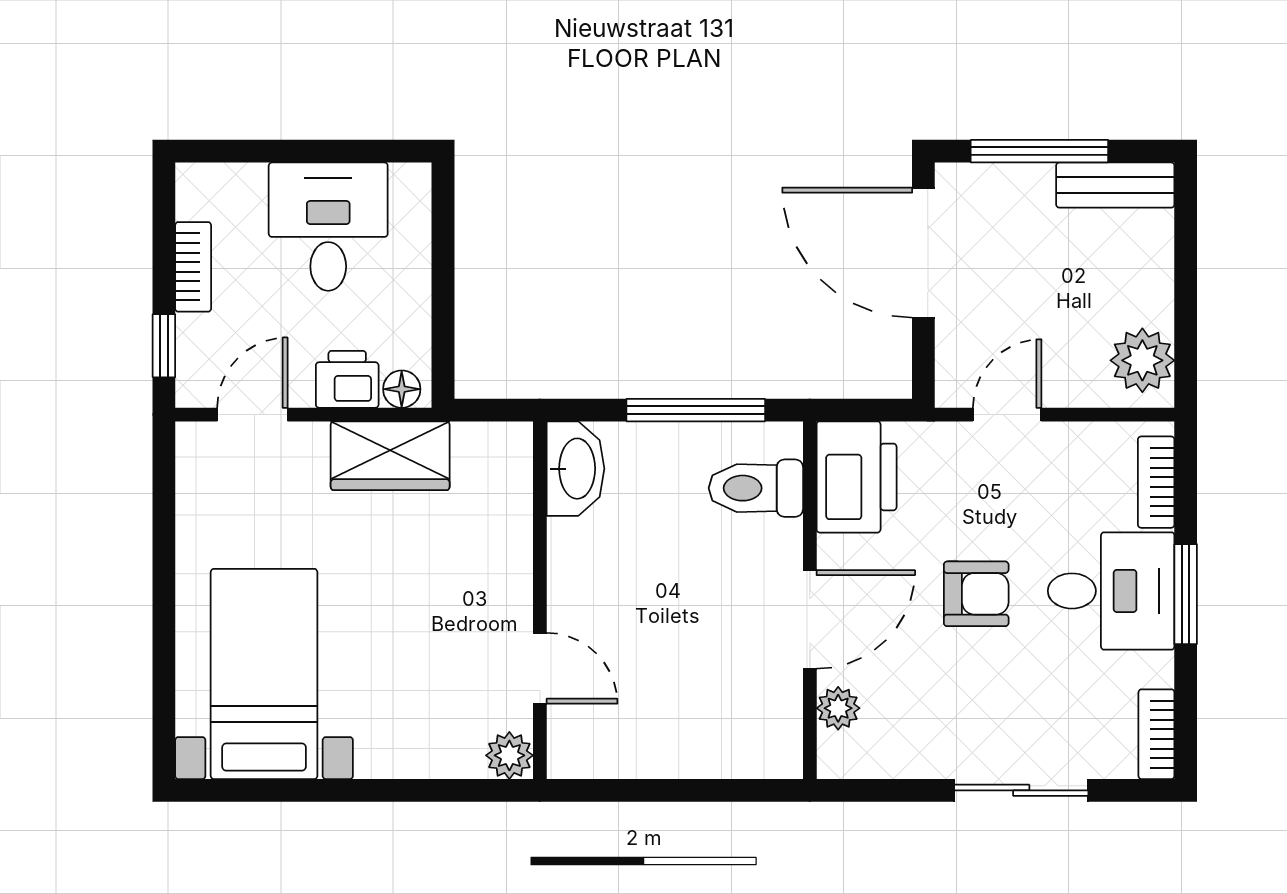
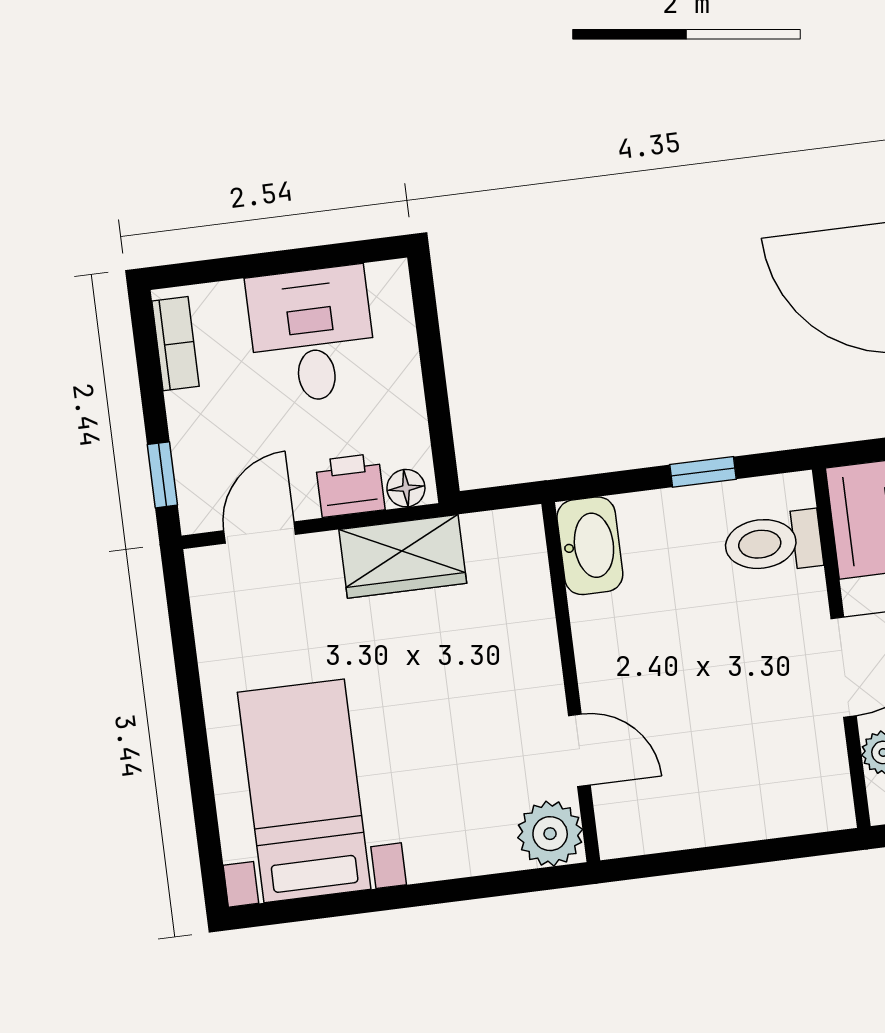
bookcase: (193, 267) -> (176, 344), moved
window: (696, 410) -> (703, 472), width x0.46
plant: (509, 755) -> (550, 834), width x1.38, depth x1.38

